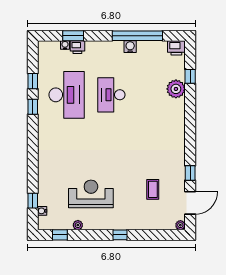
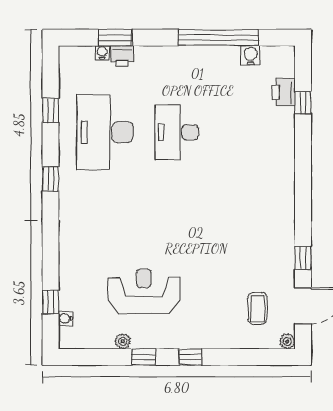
water cooler: (130, 47) -> (251, 55), moved
printer: (176, 48) -> (283, 92), moved, turned 90
plant: (176, 89) -> (280, 123), removed
desk: (67, 95) -> (105, 132), turned 180
window: (33, 107) -> (51, 179), moved
coffee table: (153, 189) -> (257, 308), moved
window: (60, 235) -> (144, 357), moved

